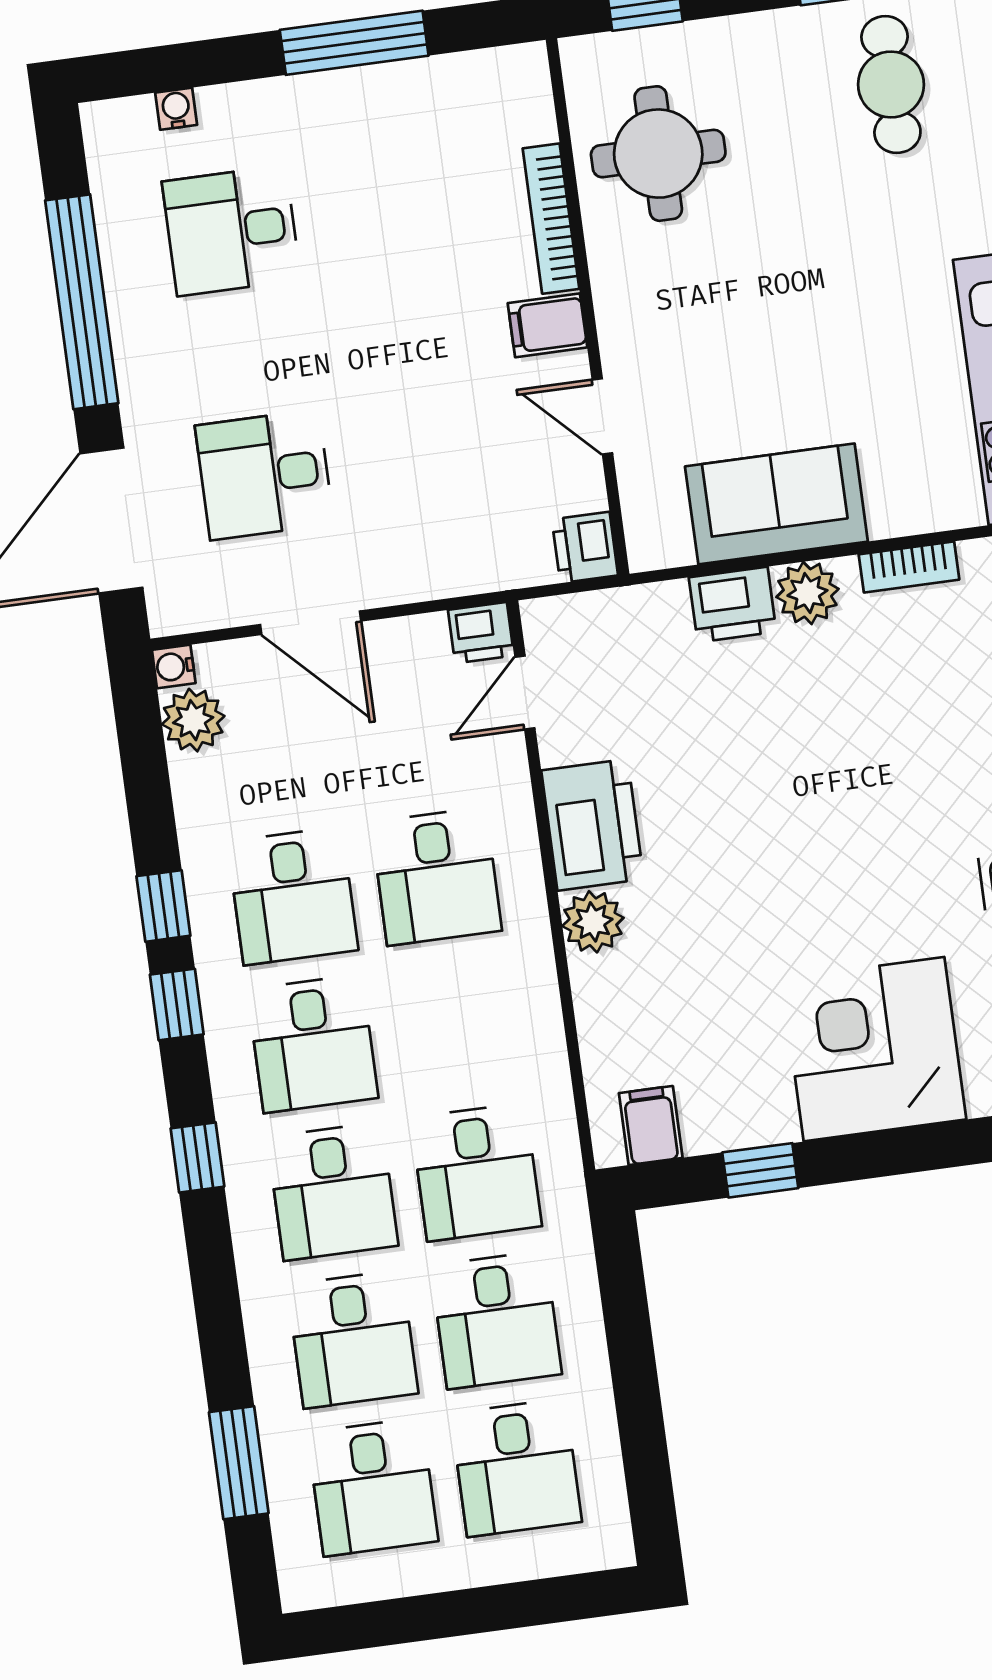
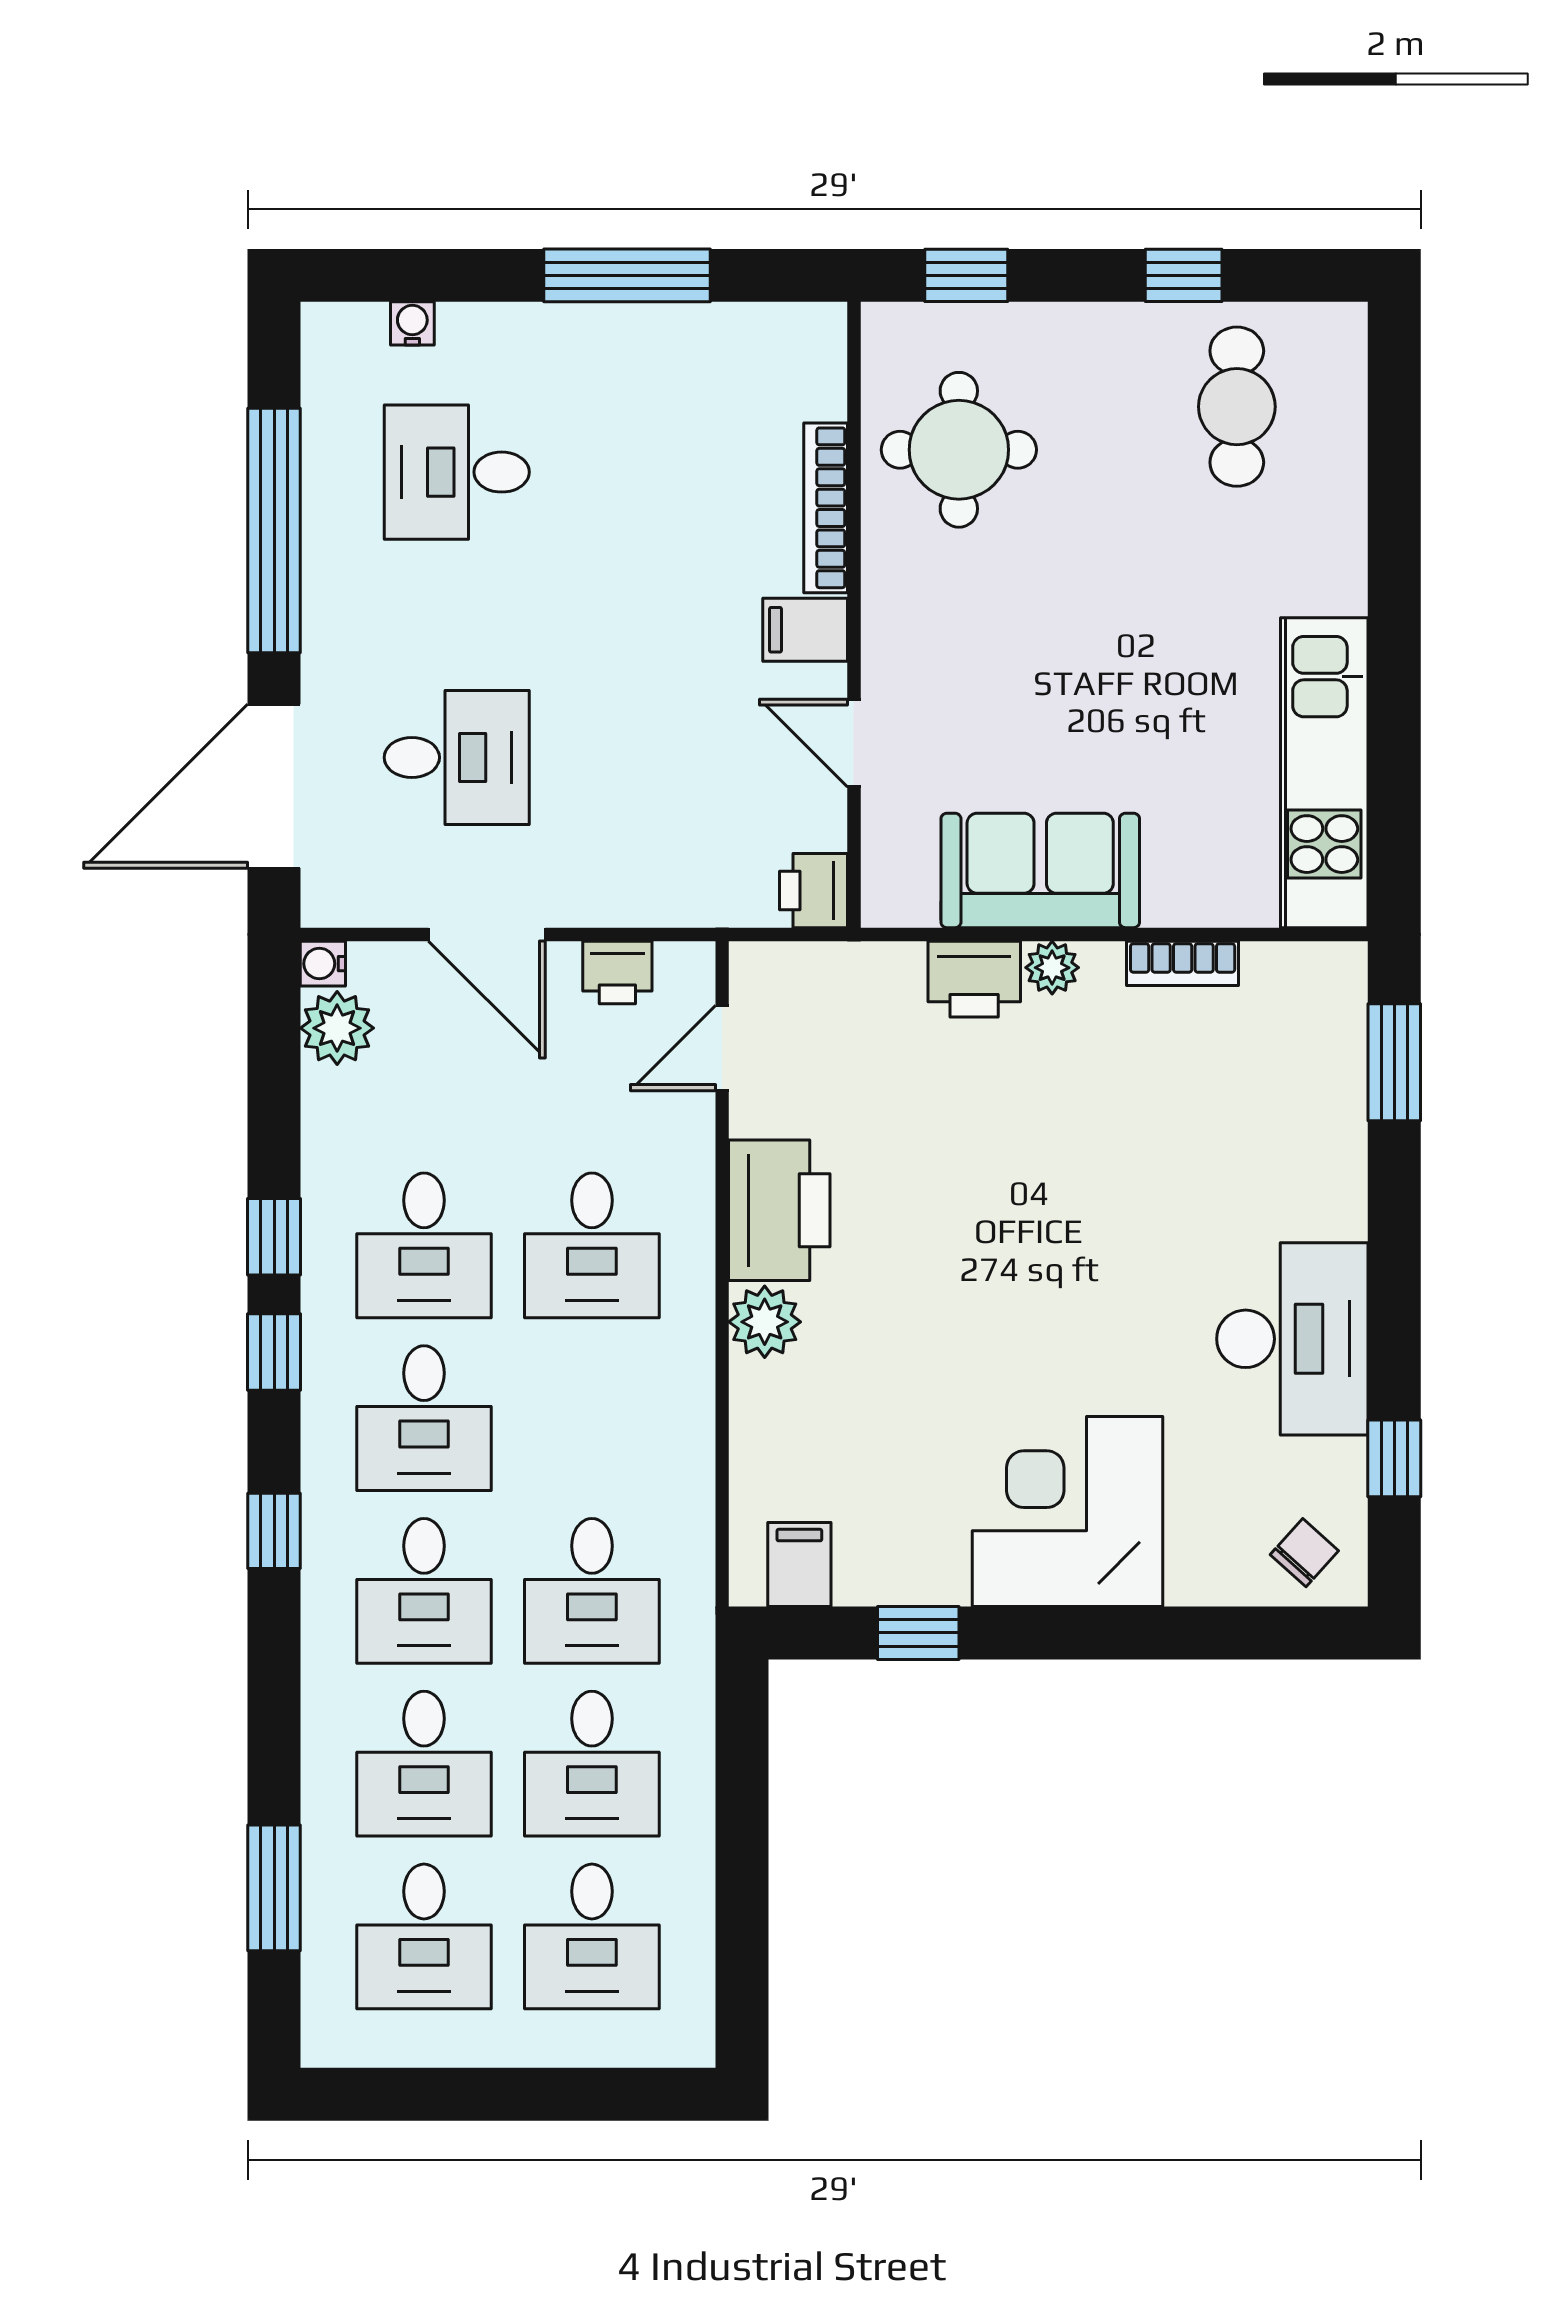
desk: (264, 475) -> (457, 757), turned 180
plant: (807, 593) -> (1052, 968), width x0.73, depth x0.73
printer: (481, 633) -> (617, 972), moved

